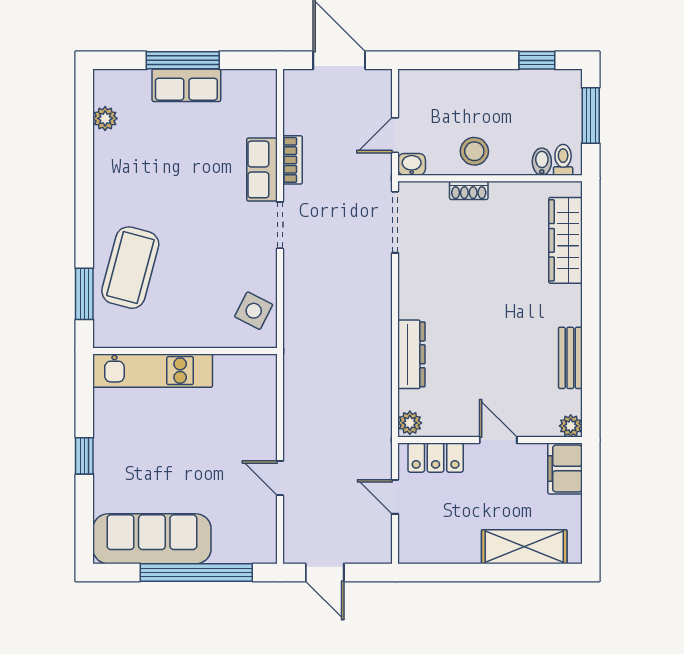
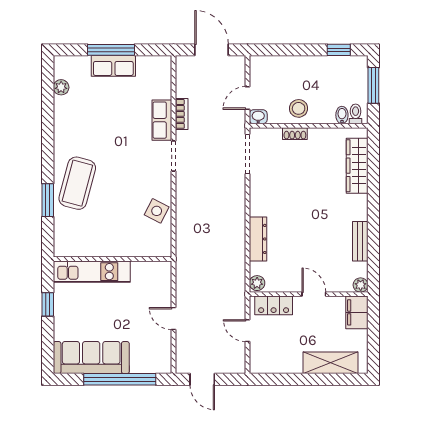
wall: (185, 351) -> (112, 259), moved
kitchen unit: (153, 371) -> (92, 272), moved

